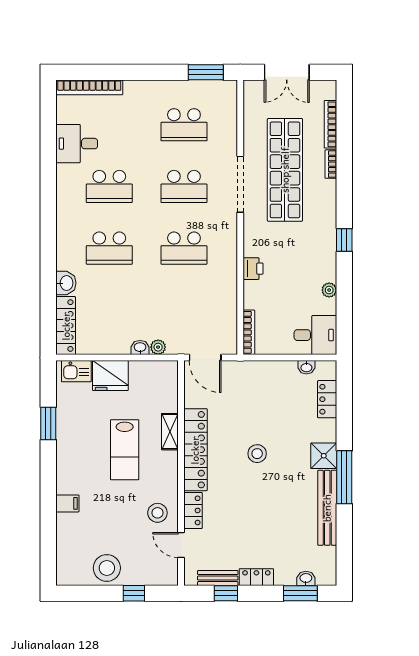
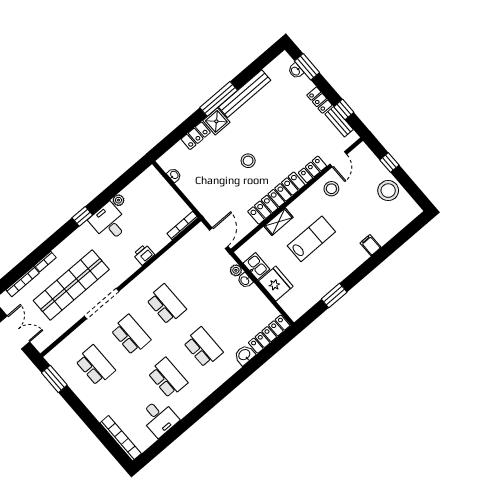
desk: (315, 335) -> (109, 222), moved
kitchen sink: (76, 371) -> (256, 266), moved
locker: (327, 399) -> (196, 136), moved

